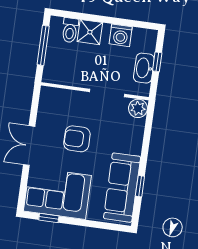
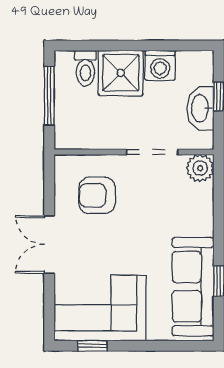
shower: (90, 32) -> (121, 73), width x1.36, depth x1.36
armchair: (77, 139) -> (97, 195), moved

